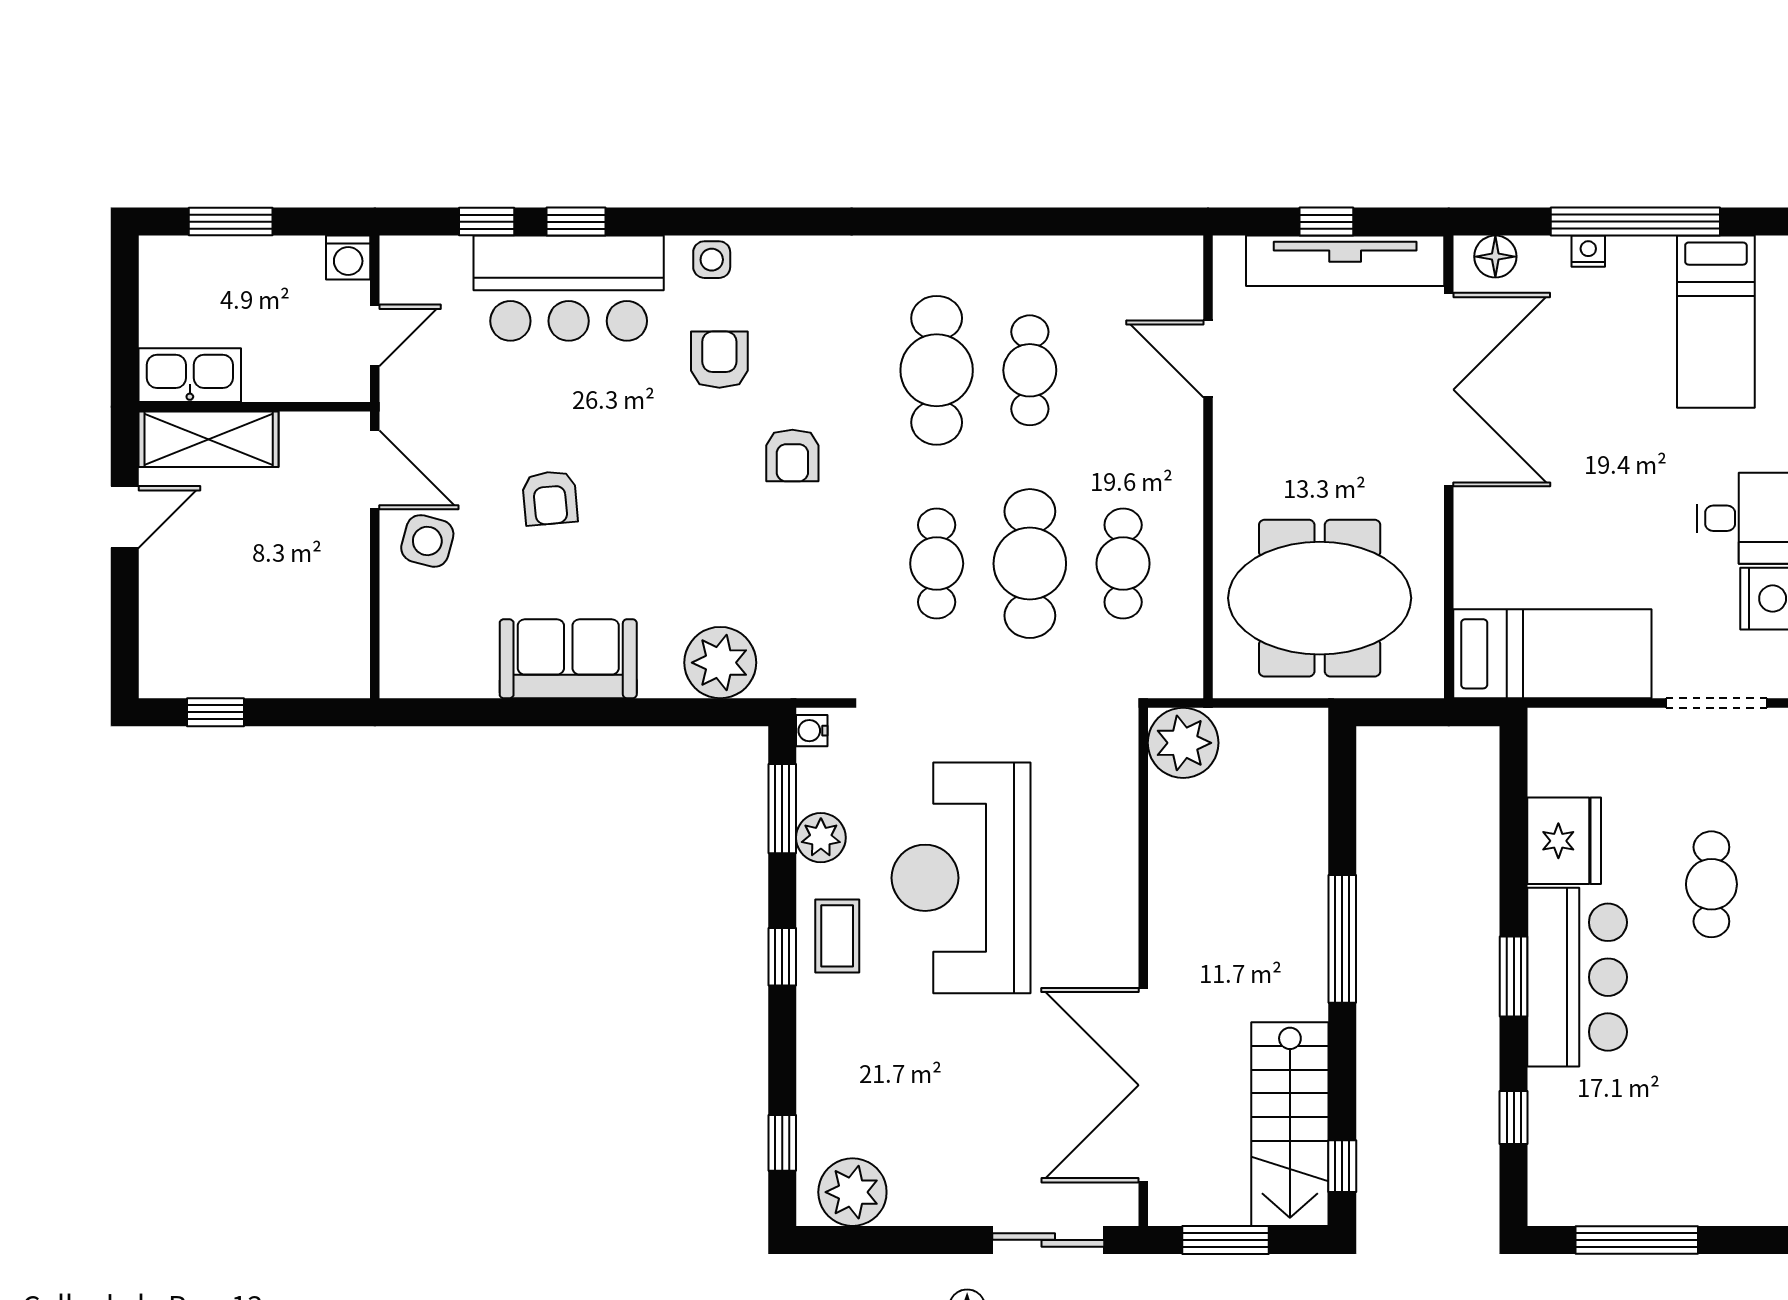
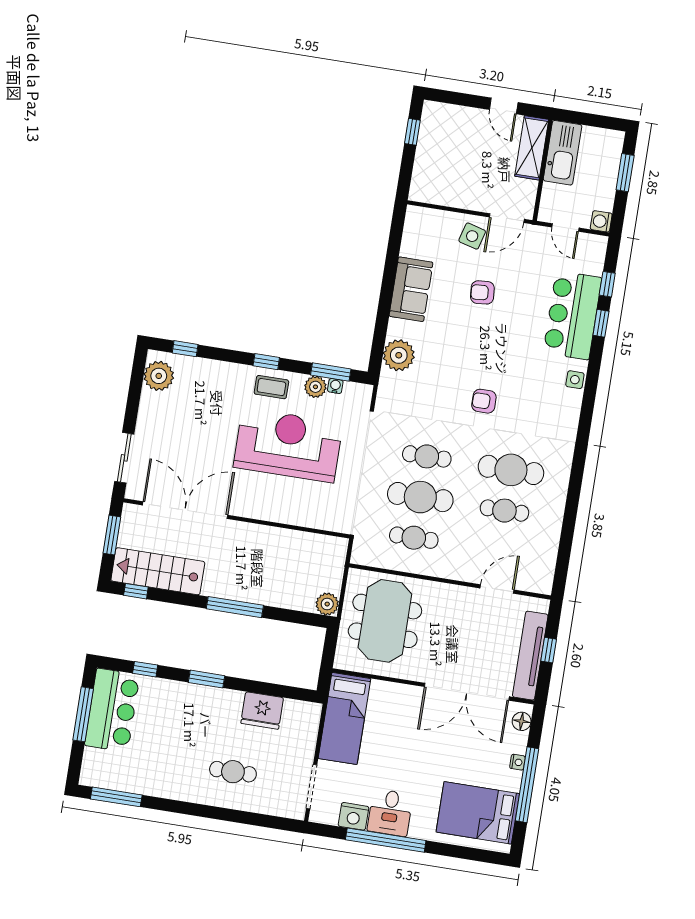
bed: (1716, 322) -> (478, 813), width x1.50
armchair: (719, 360) -> (531, 376), removed
kitchen sink: (190, 375) -> (563, 153), width x1.36, depth x1.24
water cooler: (812, 731) -> (335, 386), moved
plant: (1183, 743) -> (327, 604), moved, width x0.73, depth x0.73
bar counter: (1577, 977) -> (112, 710), moved, turned -90

